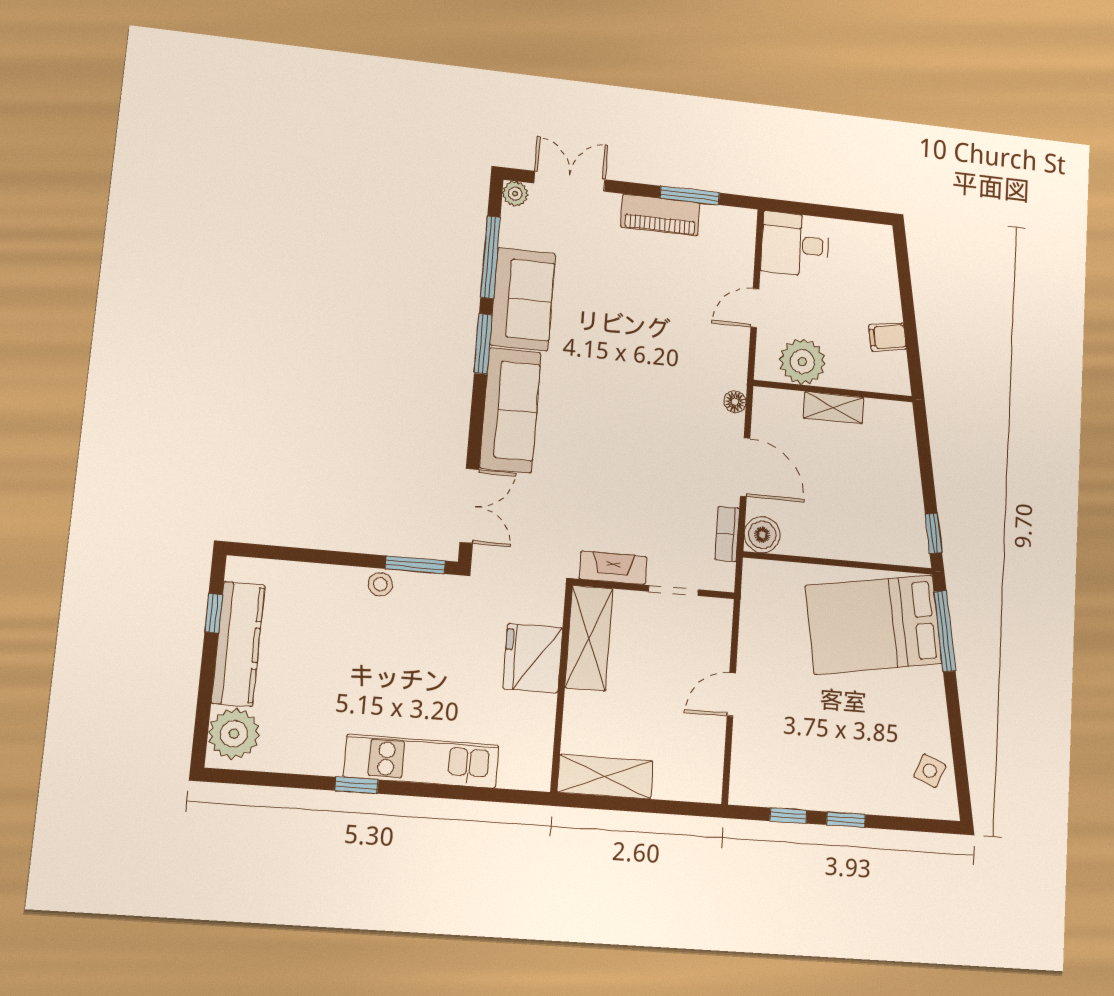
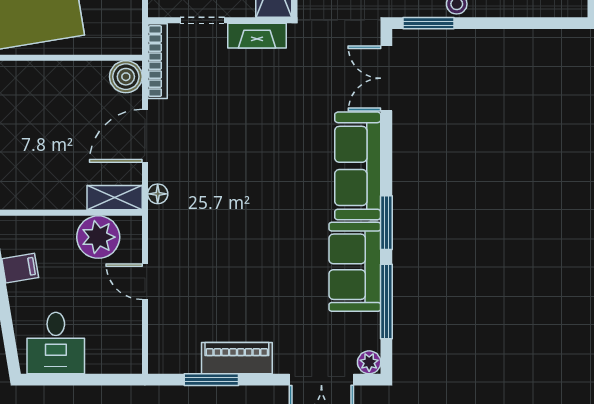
desk: (795, 244) -> (56, 343), moved, turned 90
door: (755, 308) -> (145, 282), swing flipped
shelving: (834, 408) -> (115, 198), moved
door: (745, 467) -> (145, 136), hinge flipped
bookcase: (727, 534) -> (157, 61), width x1.56

